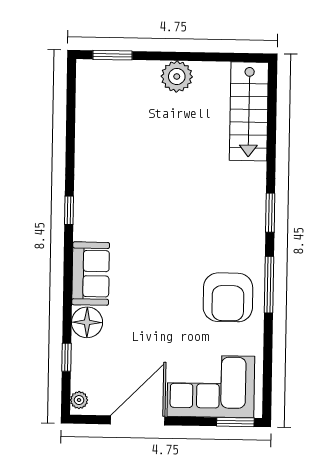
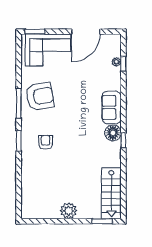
stairs: (249, 111) -> (111, 193), moved, turned 180
armchair: (219, 209) -> (46, 142), added
armchair: (228, 297) -> (40, 96), turned 80
floor lamp: (87, 322) -> (113, 133), moved
plant: (79, 400) -> (116, 62), moved

